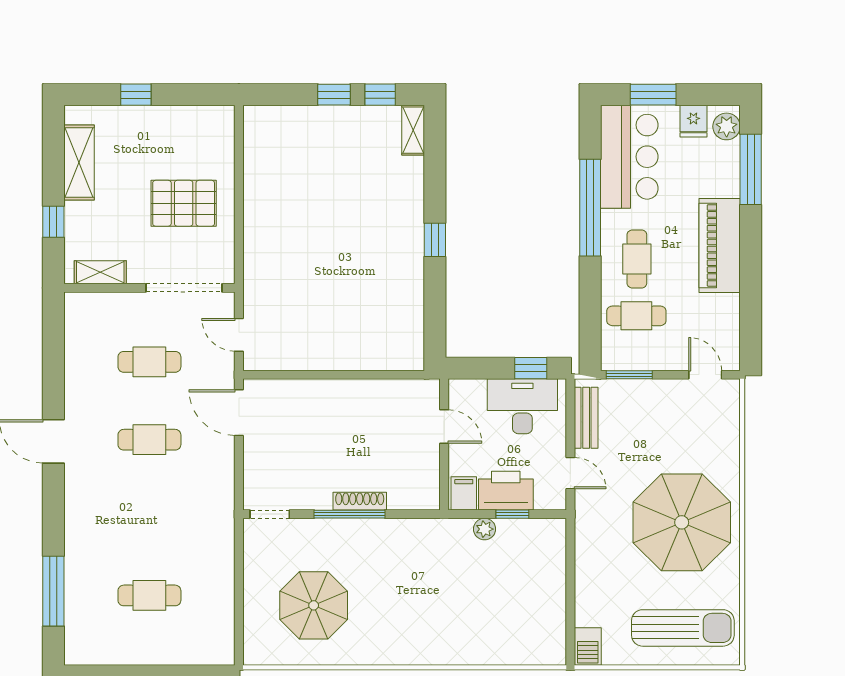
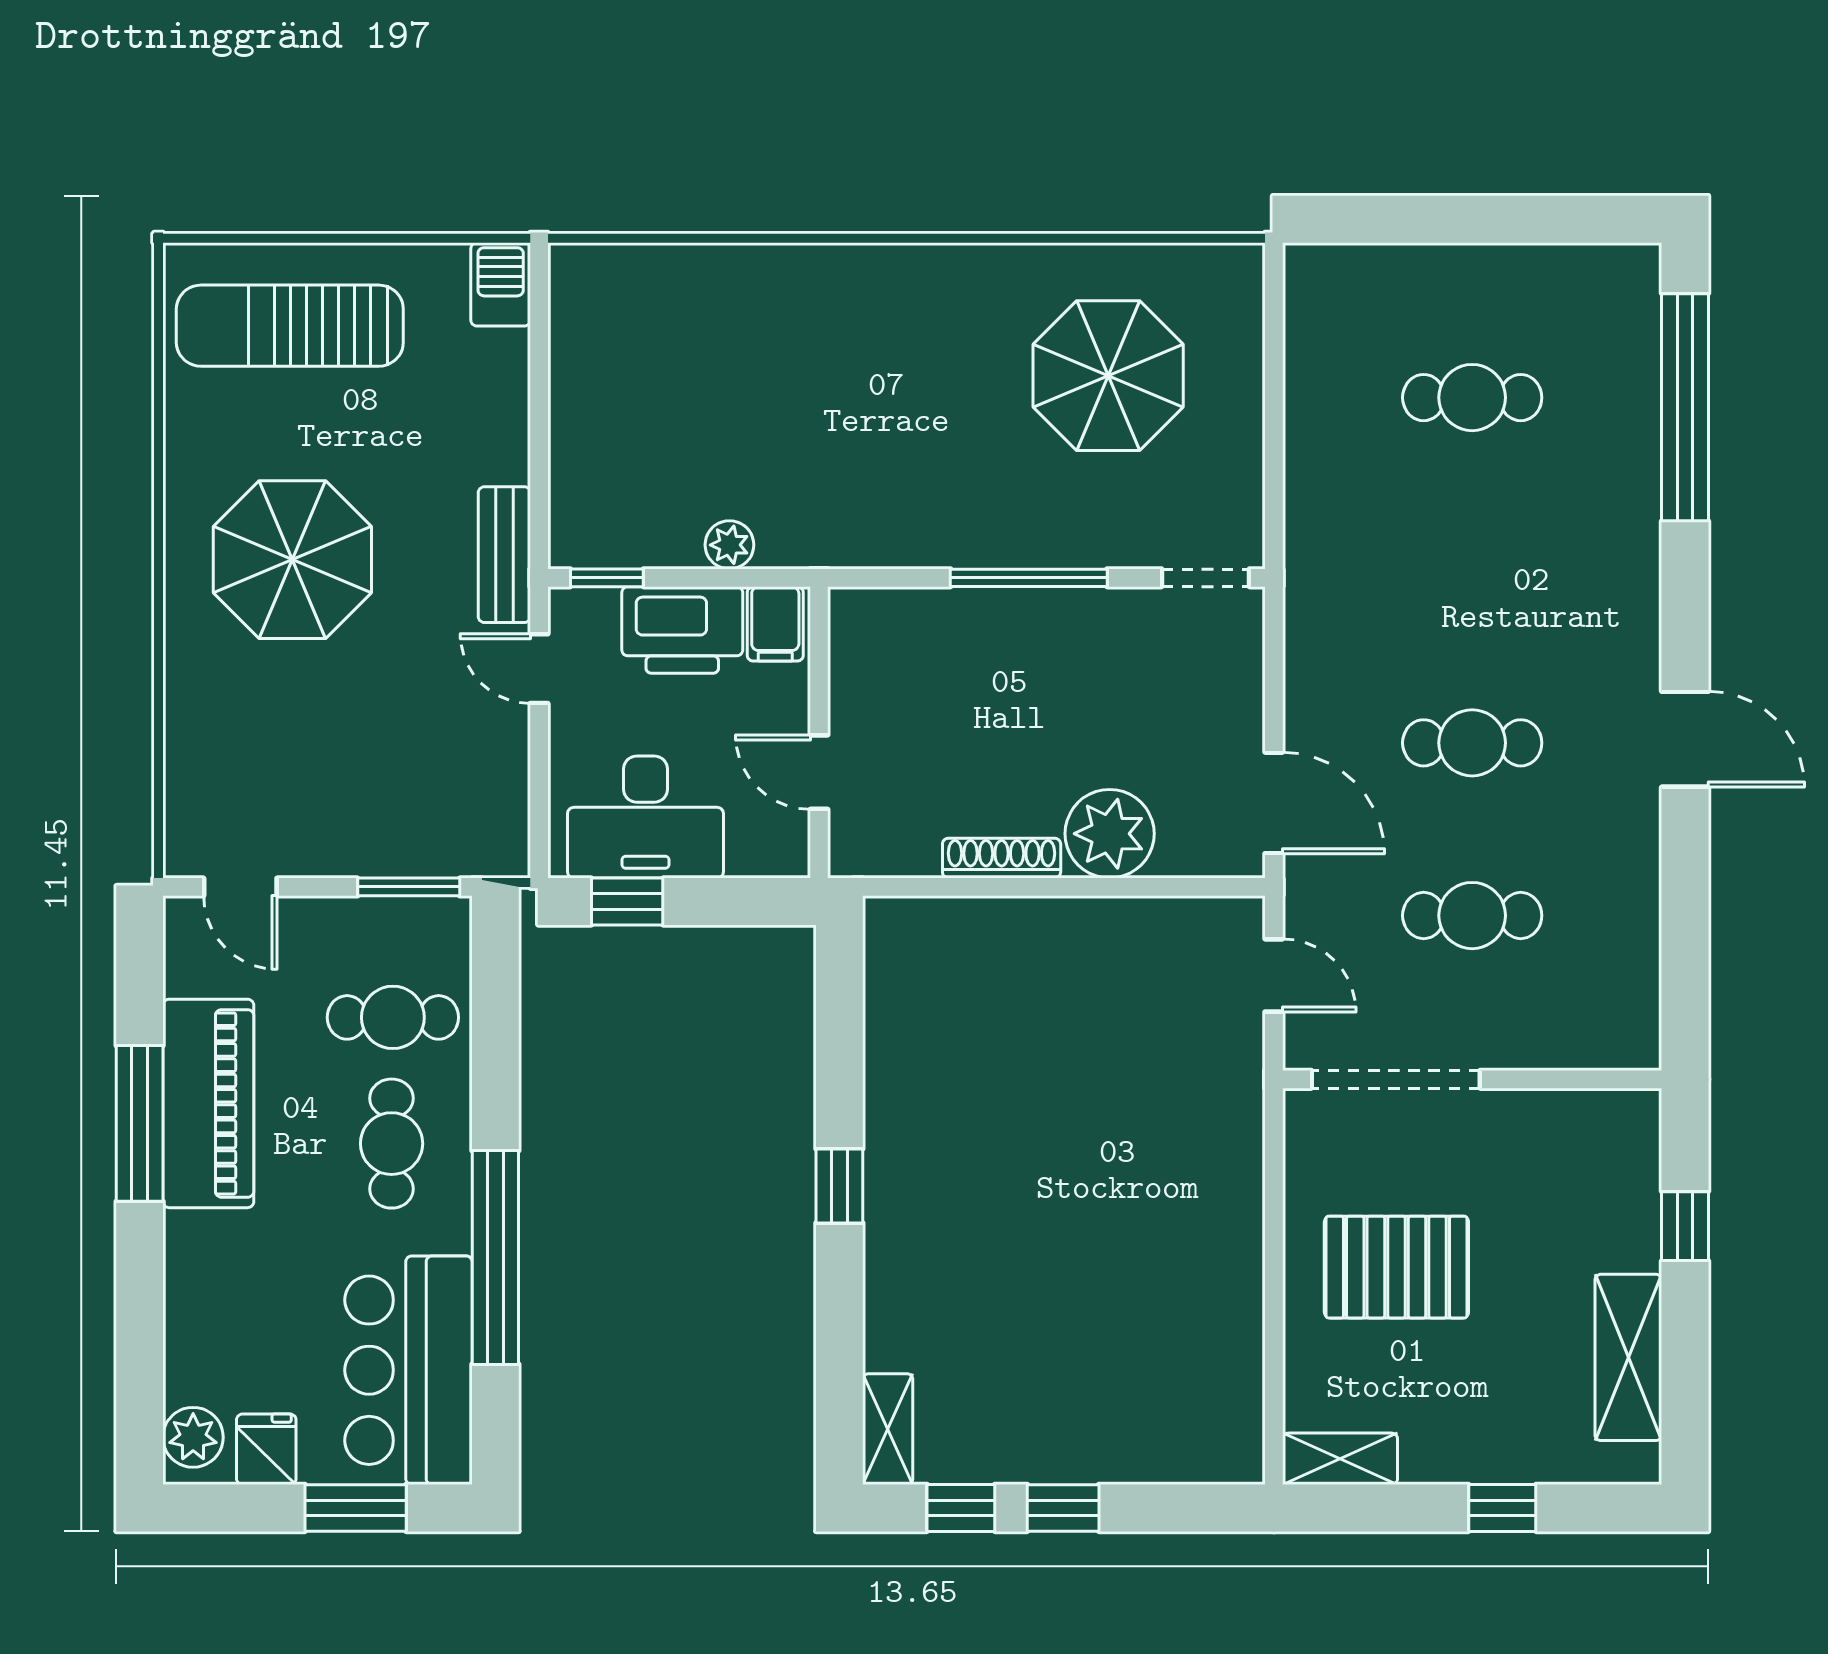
window: (751, 169) -> (140, 1123), moved
piano: (720, 245) -> (208, 1103), moved
shelving: (100, 272) -> (1340, 1459), moved
plant: (313, 399) -> (1110, 834), added
bench: (586, 418) -> (504, 555), moved
shoe rack: (360, 501) -> (1002, 858), moved, turned 180
window: (512, 514) -> (607, 578), moved
parasol: (682, 522) -> (292, 560), width x0.73, depth x0.73
window: (53, 591) -> (1685, 407), width x1.46

